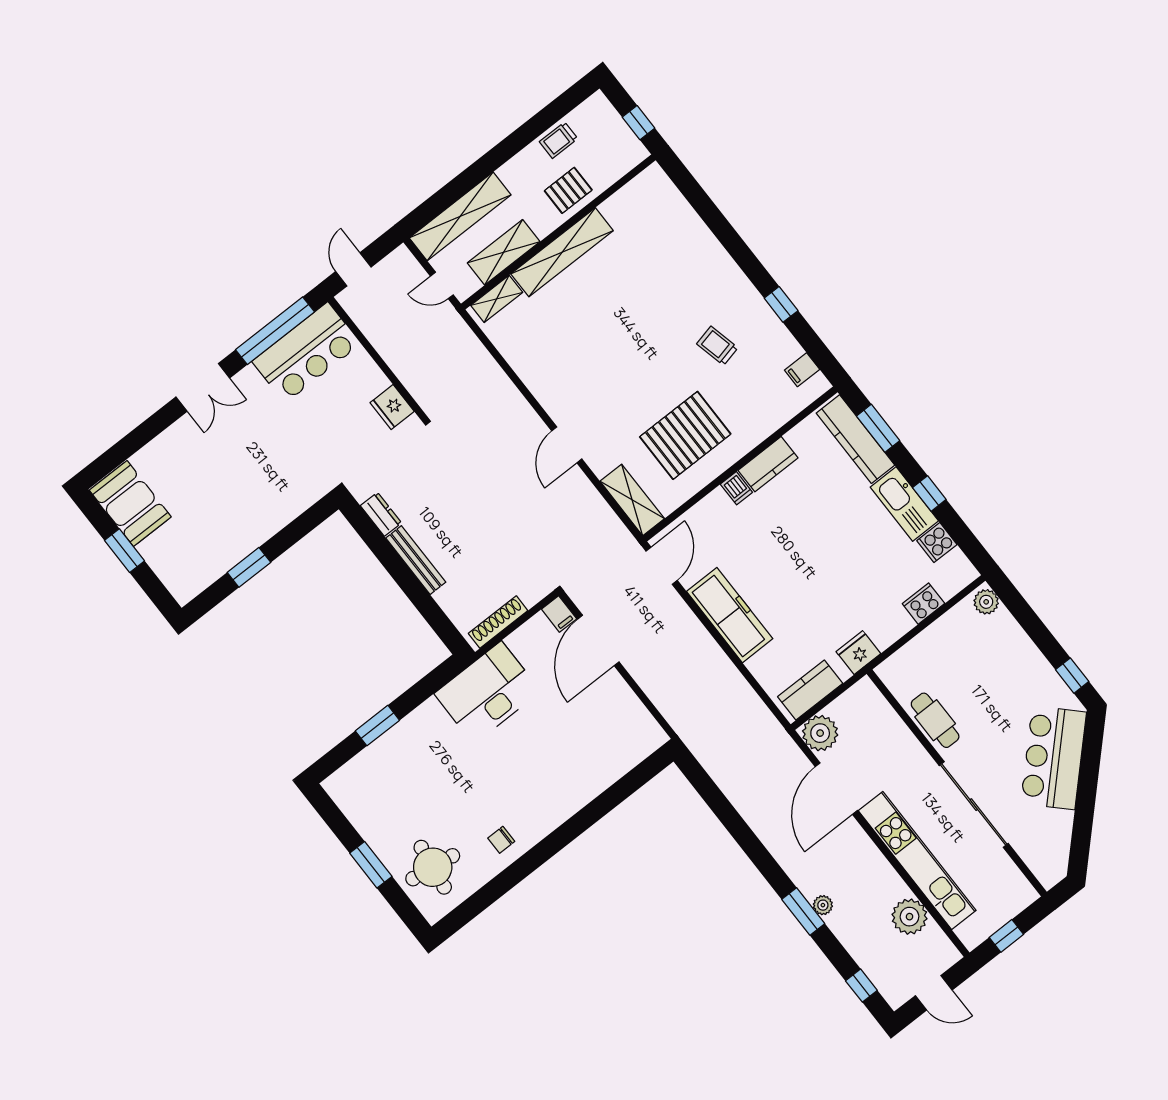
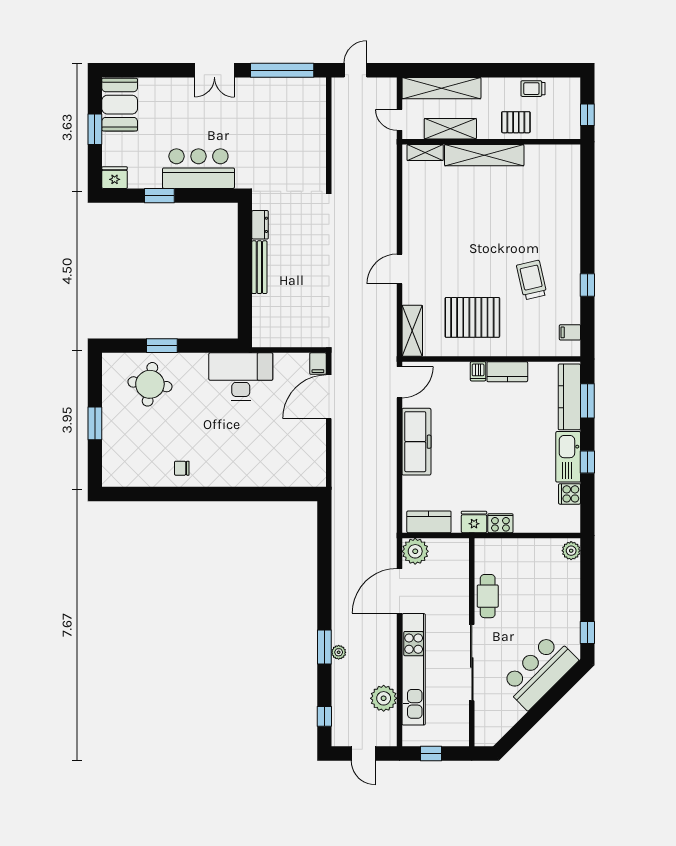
trolley: (717, 346) -> (532, 280), width x1.36, depth x1.39
bar counter: (306, 353) -> (198, 169), moved, turned 180
fridge: (392, 407) -> (115, 178), moved, turned 90
cooker: (923, 604) -> (500, 523), moved
shoe rack: (498, 622) -> (279, 340), removed
round table: (433, 867) -> (150, 384), moved

